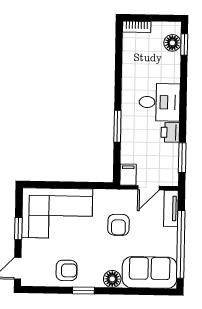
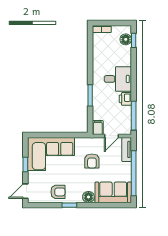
window: (182, 158) -> (134, 116), width x1.44

